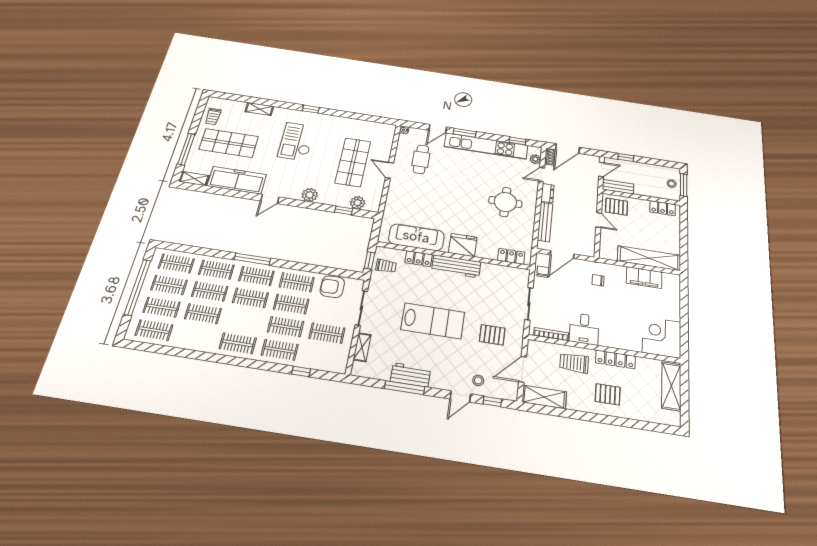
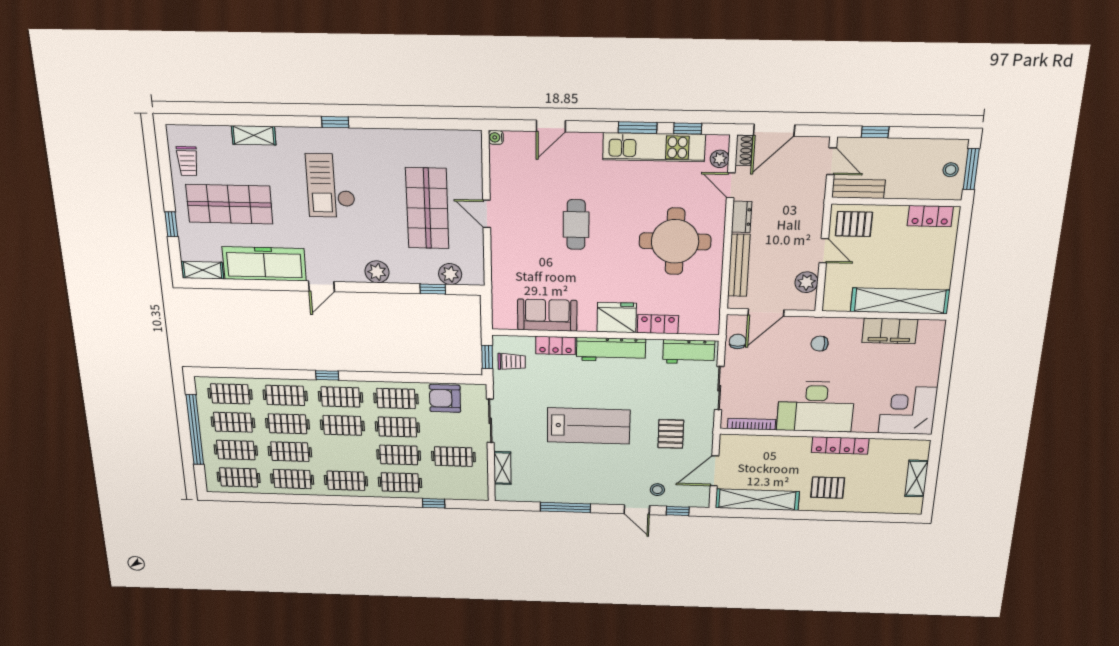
window: (465, 133) -> (638, 128), moved
kitchen unit: (486, 146) -> (654, 147), width x0.73
window: (186, 149) -> (171, 224), width x0.46
cafe table: (421, 159) -> (576, 225), moved
door: (601, 169) -> (832, 161), hinge flipped
door: (541, 174) -> (731, 185), hinge flipped
round table: (505, 202) -> (675, 241), width x1.36, depth x1.36
sofa: (416, 237) -> (547, 315), width x0.73
plant: (588, 238) -> (806, 282), added
locker: (511, 256) -> (658, 324), moved
window: (252, 259) -> (327, 375), width x0.46
desk: (584, 329) -> (816, 407), width x1.87, depth x1.30
pallet: (492, 335) -> (671, 434), turned 90
clothes rail: (196, 337) -> (292, 479), added
trolley: (574, 363) -> (783, 456), removed
workbench: (410, 375) -> (689, 352), moved, turned 180
shelving: (671, 386) -> (917, 479), width x0.67, depth x0.75
door: (460, 396) -> (637, 510), hinge flipped
shelving: (544, 397) -> (757, 500), width x1.47

